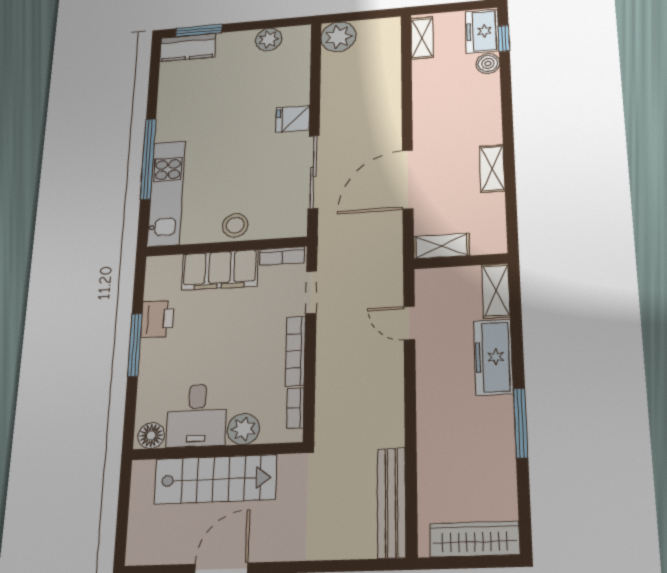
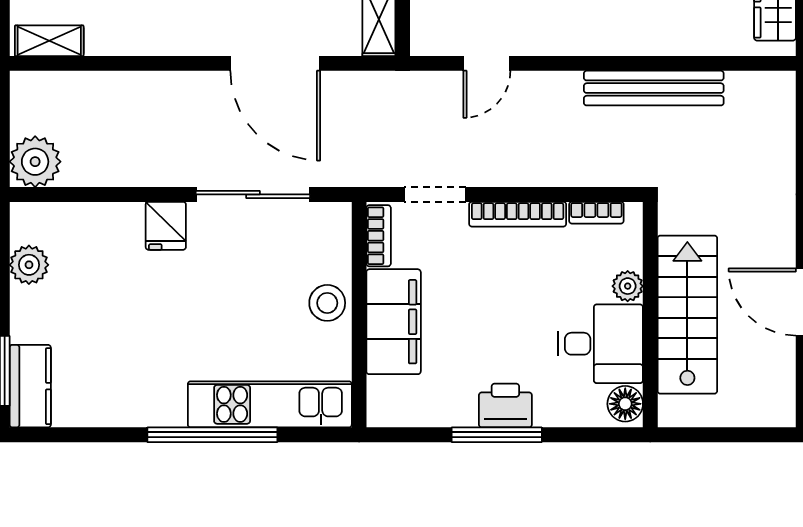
printer: (157, 319) -> (505, 406), moved
plant: (243, 429) -> (628, 286), width x0.73, depth x0.73
bench: (392, 503) -> (654, 88), moved

